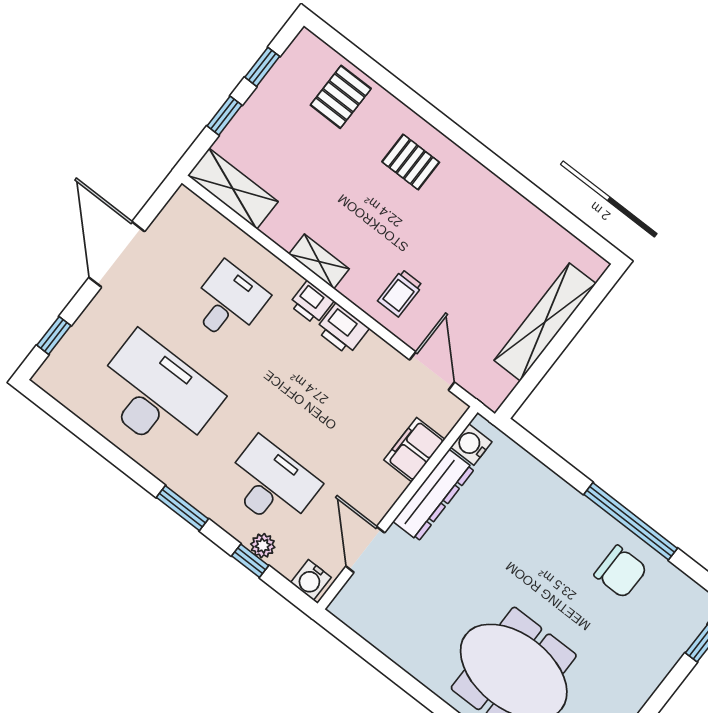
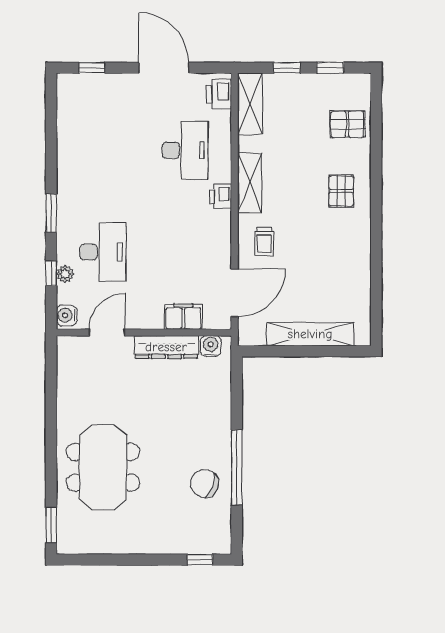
door: (117, 254) -> (164, 68), hinge flipped
shelving: (319, 261) -> (250, 183), width x1.50, depth x1.33
trolley: (400, 293) -> (264, 242), turned -90
desk: (228, 302) -> (185, 150), width x1.37
printer: (342, 329) -> (219, 94), moved
door: (432, 371) -> (235, 293), width x1.36
desk: (156, 395) -> (103, 150), removed
chair: (621, 572) -> (204, 483), turned 112

